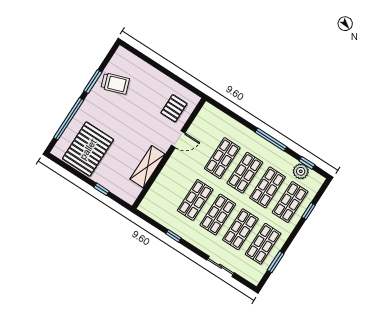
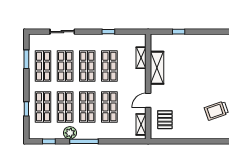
shelving: (201, 119) -> (141, 124), added
pallet: (88, 149) -> (206, 53), removed
plant: (301, 171) -> (70, 133), moved
shelving: (157, 187) -> (141, 58), added

